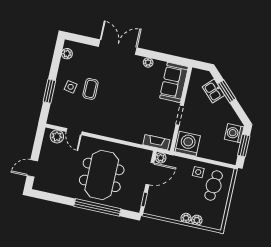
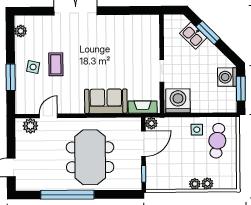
plant: (148, 63) -> (113, 20), removed
sofa: (174, 82) -> (106, 101), moved, turned 90
door: (74, 132) -> (48, 116), swing flipped
window: (97, 207) -> (67, 195), moved

